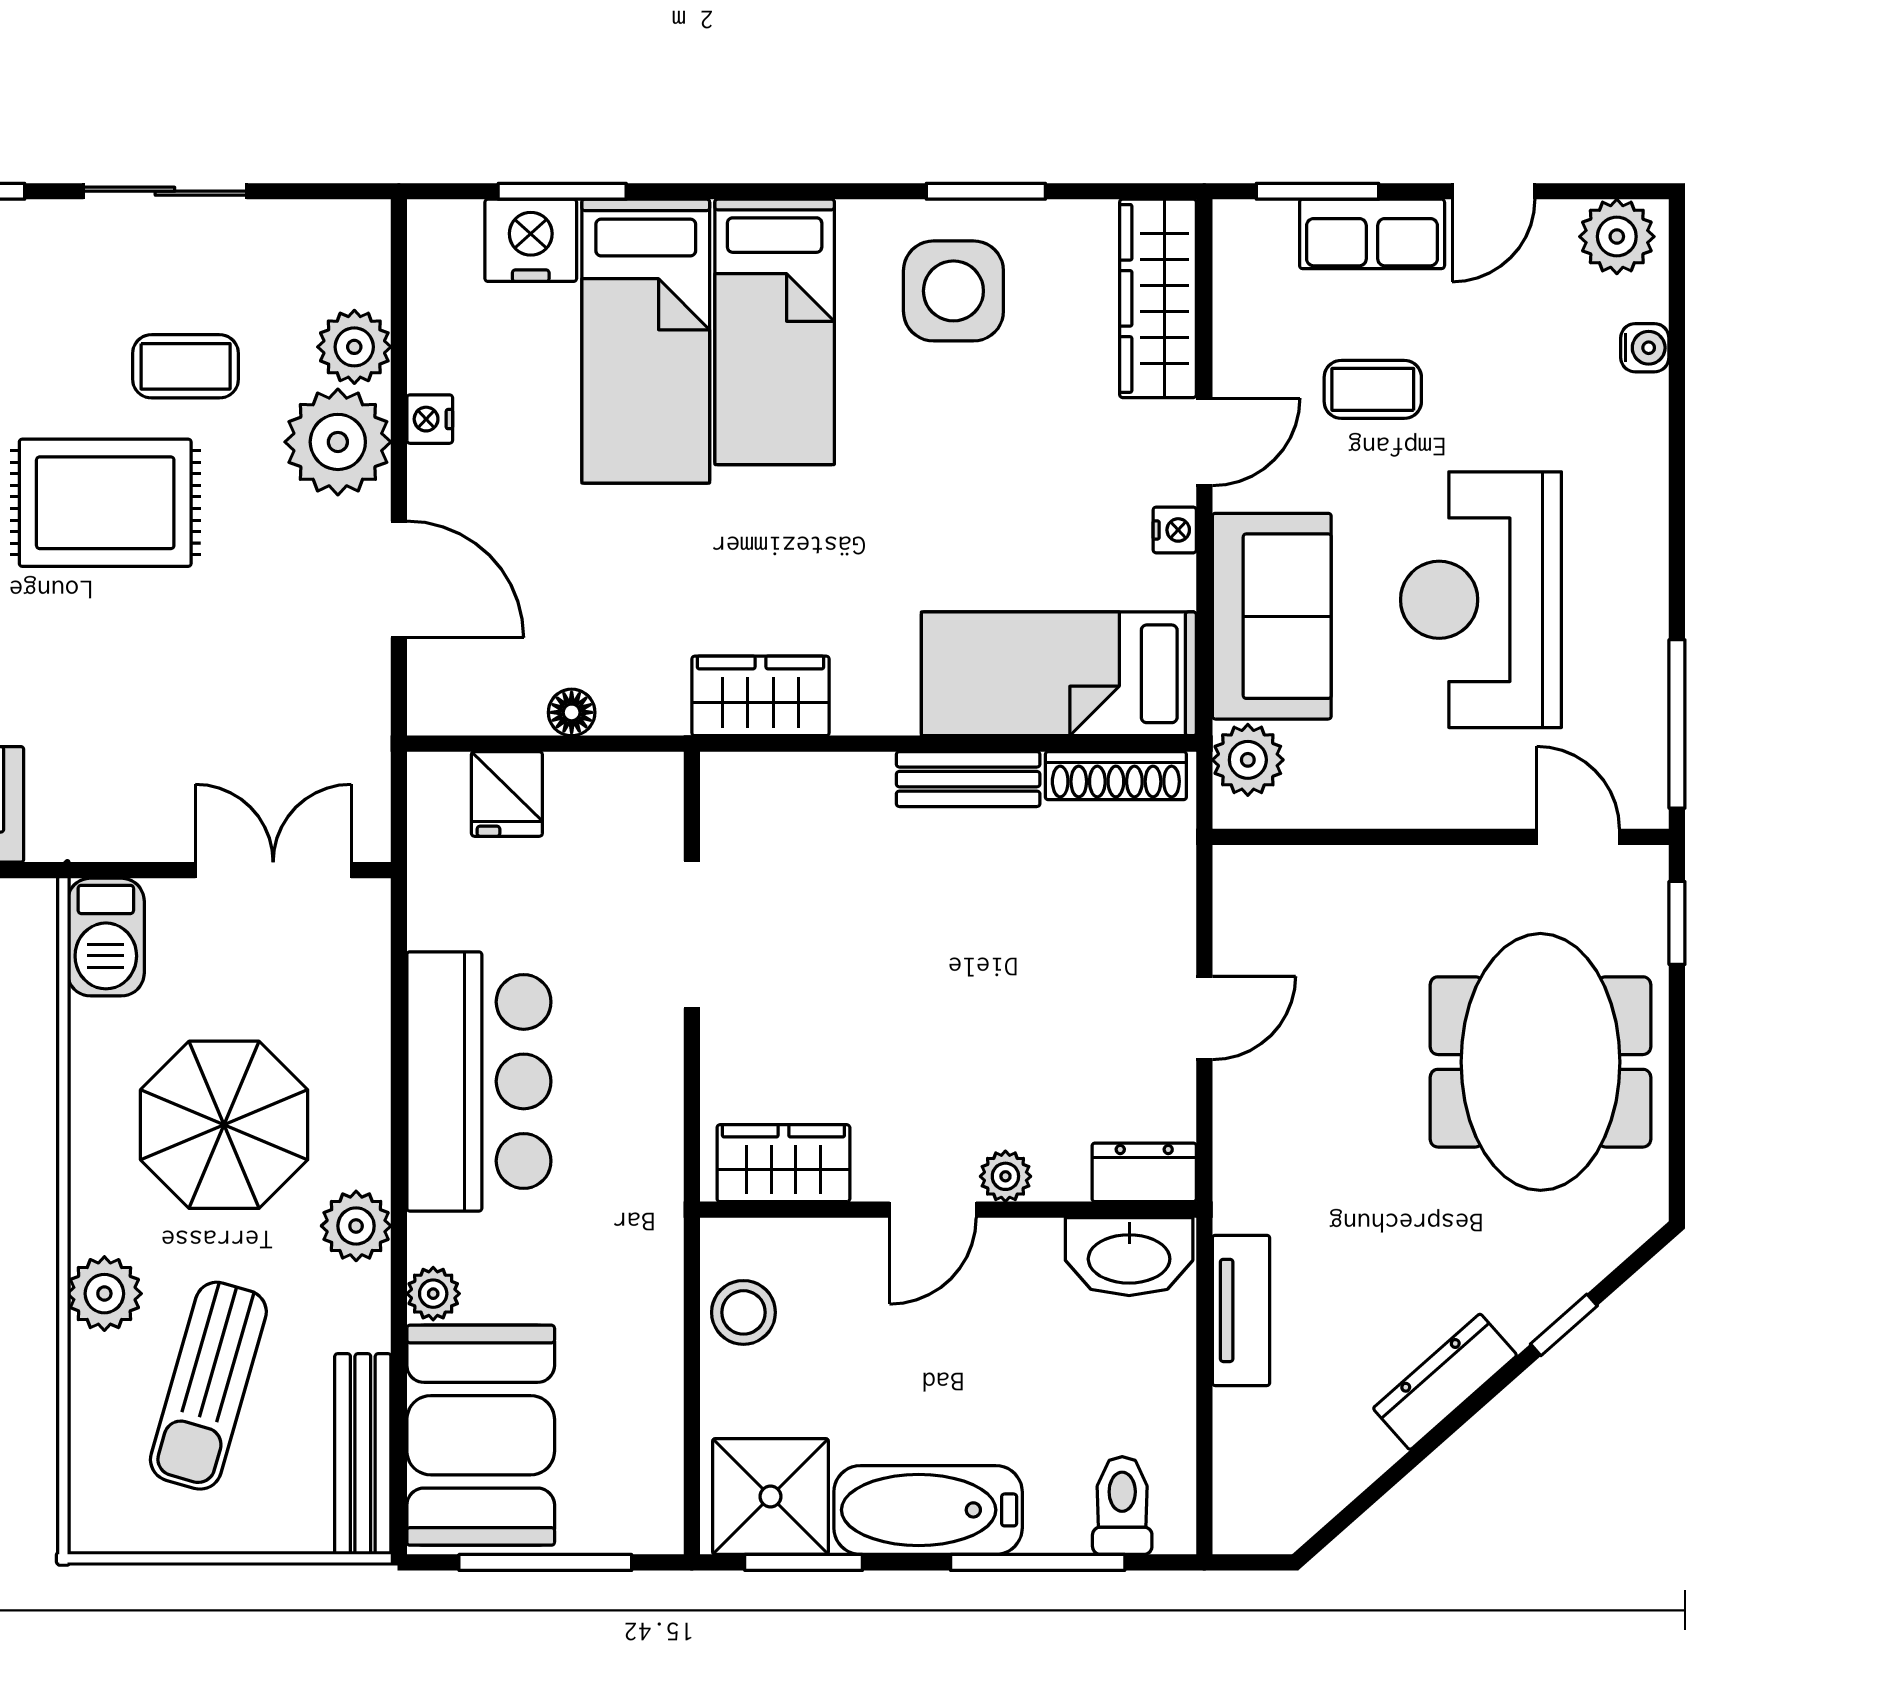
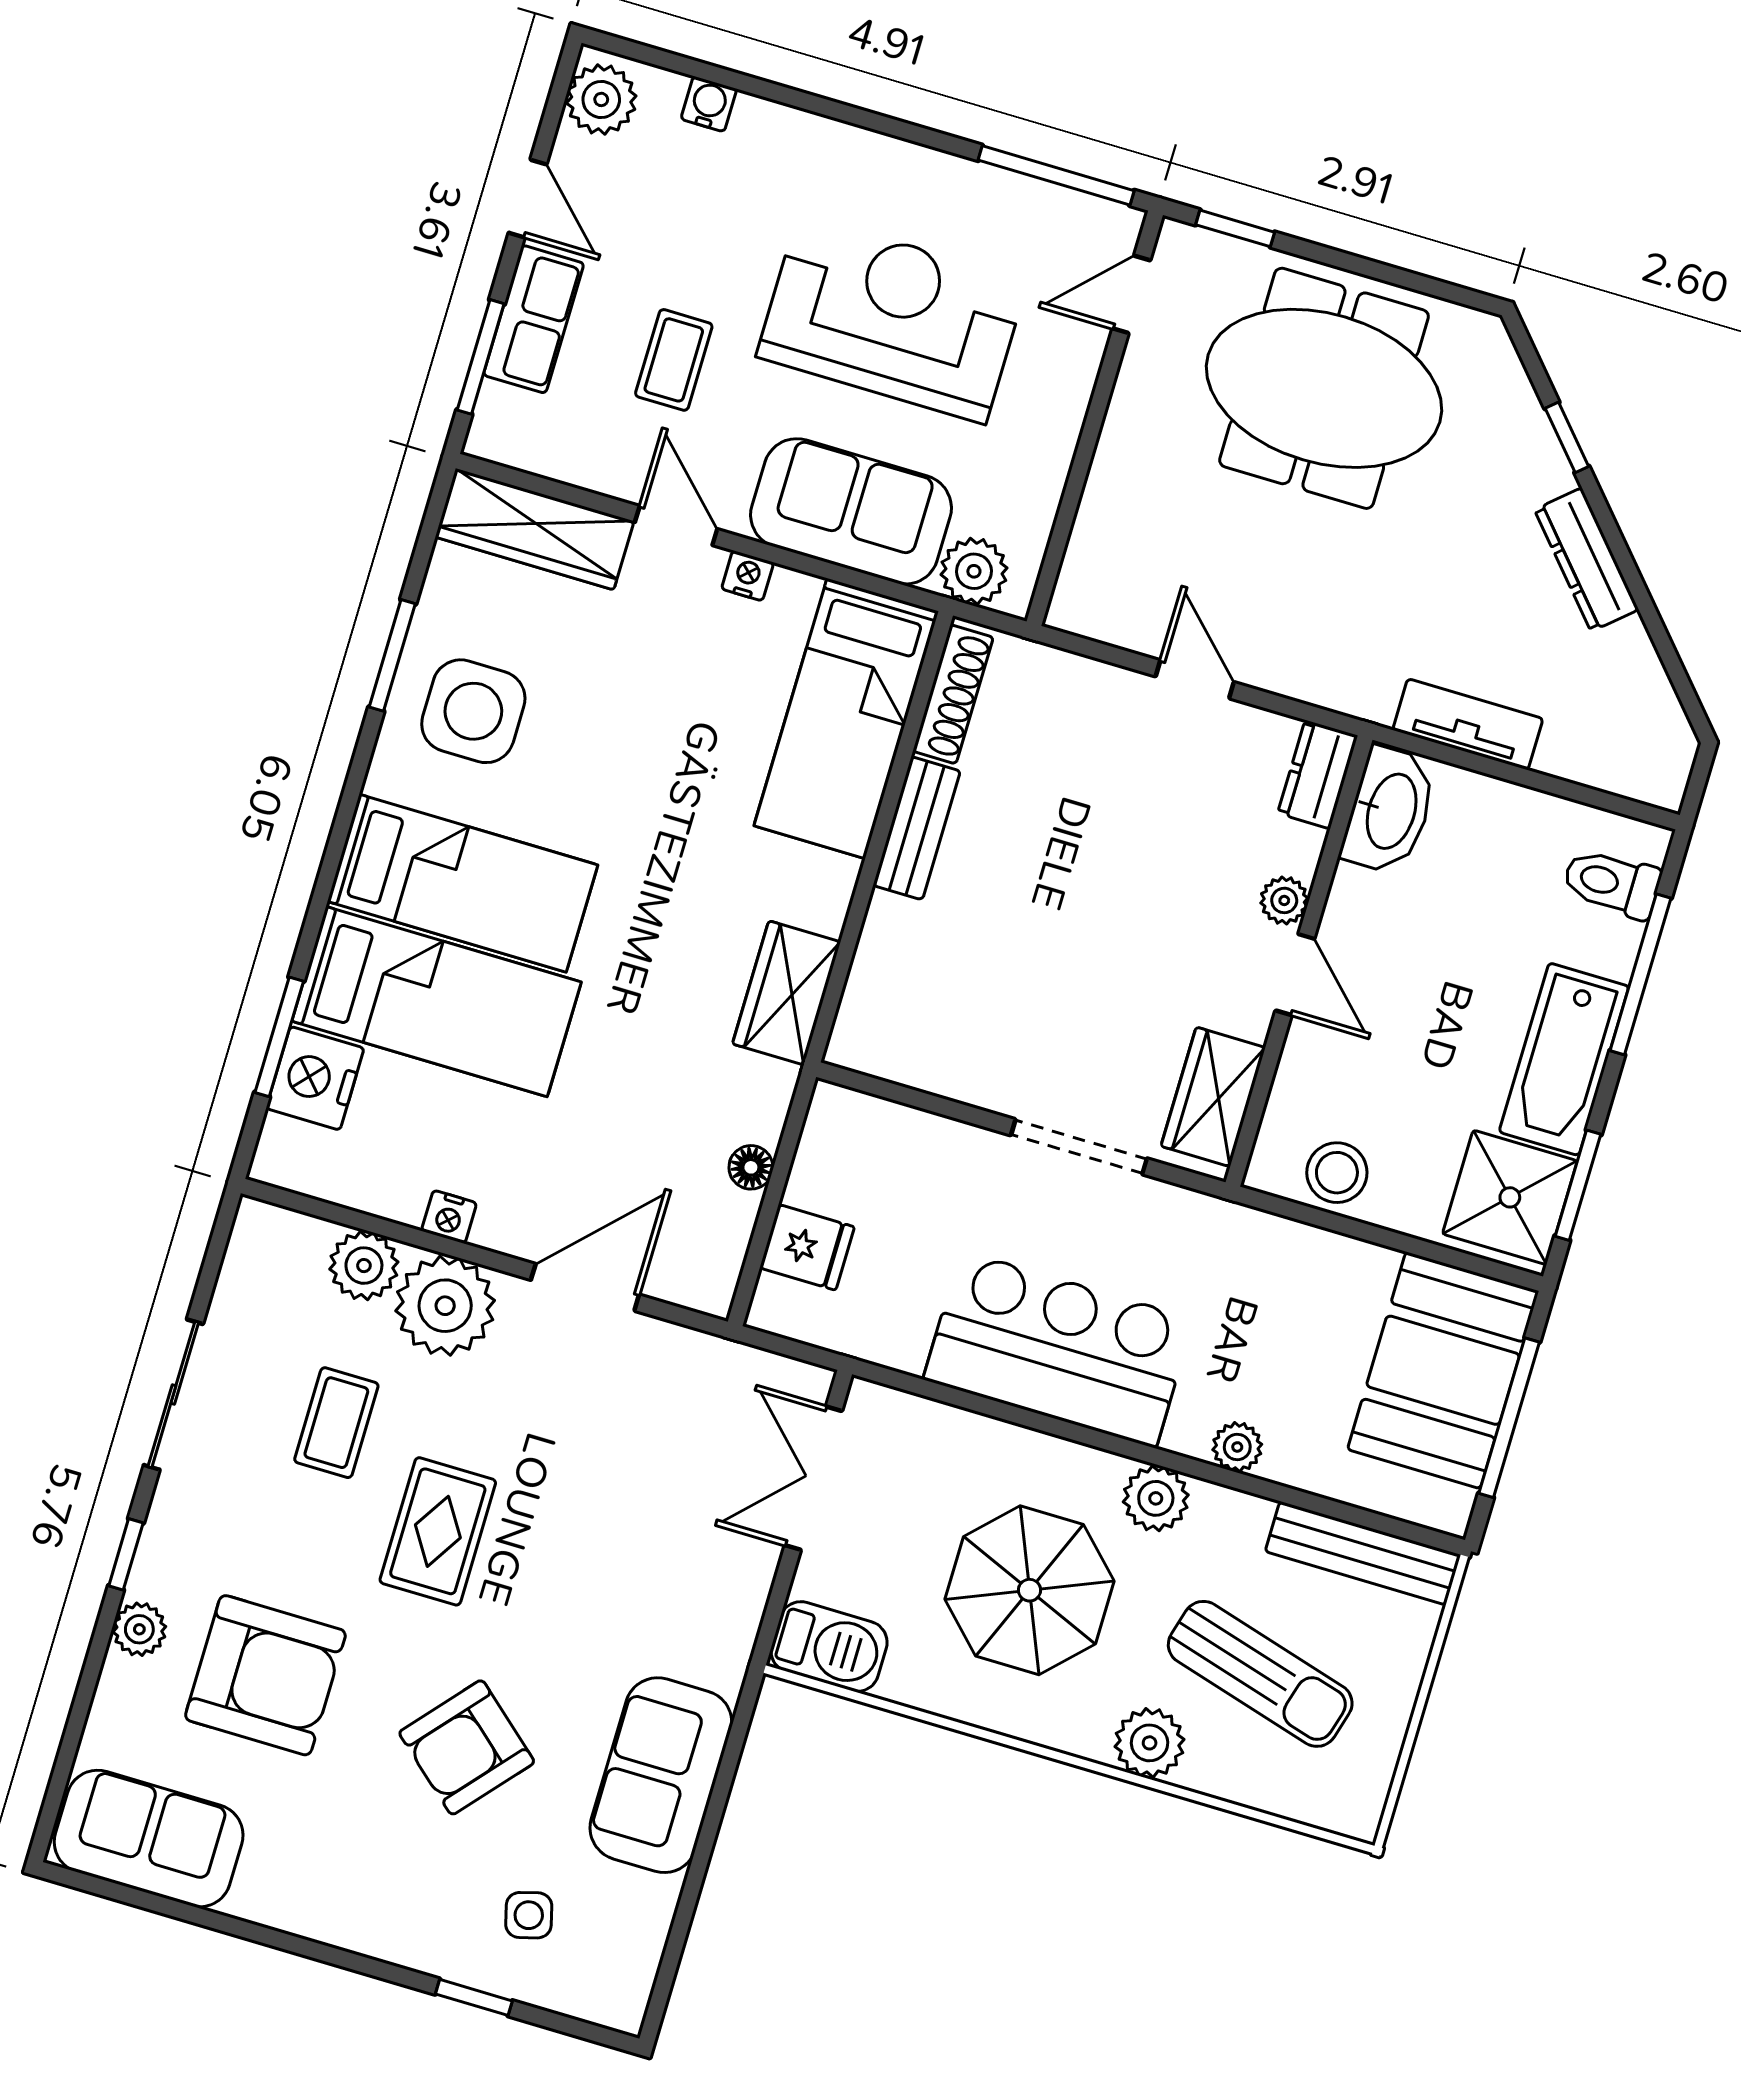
rug: (105, 503) -> (438, 1531), width x0.73, depth x0.70
reception desk: (1481, 600) -> (892, 319), turned 180
doorway: (692, 935) -> (1079, 1147), moved
booth: (481, 1435) -> (1443, 1370), moved, turned 90

